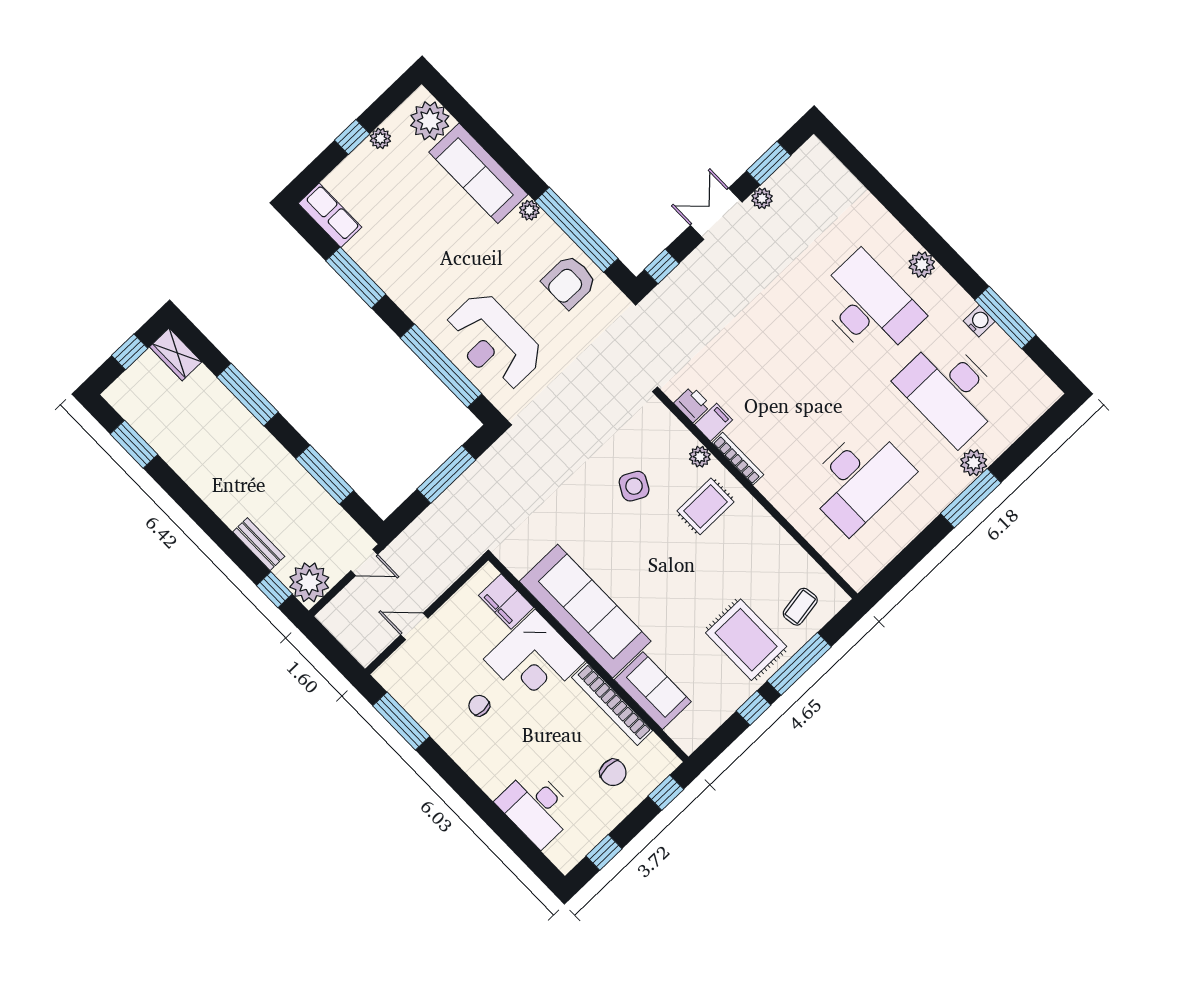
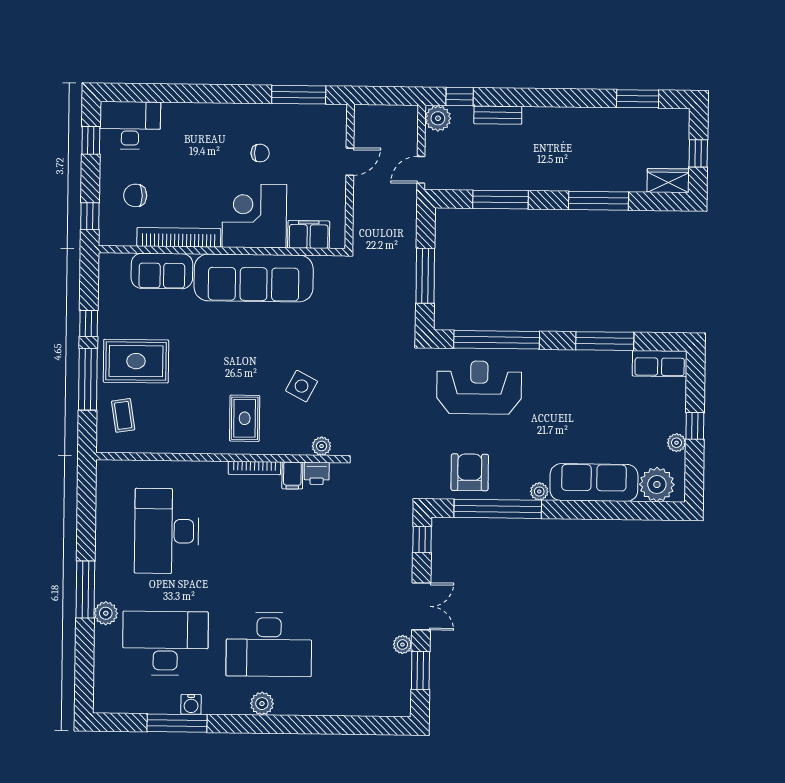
plant: (700, 457) -> (321, 446), moved
plant: (309, 582) -> (438, 118), width x0.73, depth x0.73
desk: (536, 808) -> (130, 125), moved

